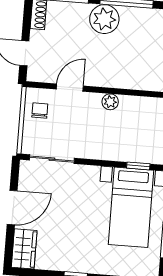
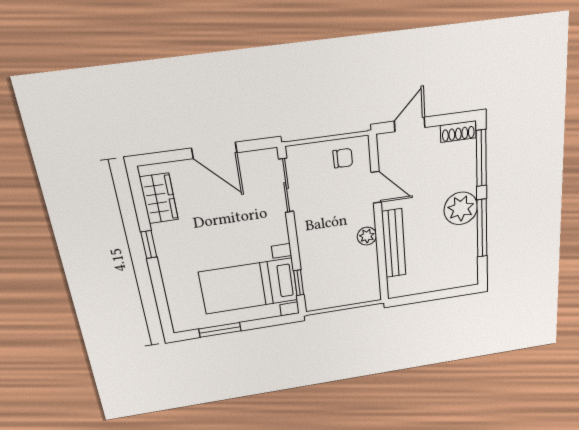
bench: (122, 80) -> (394, 243), added
wardrobe: (24, 249) -> (159, 198), moved, turned -90

